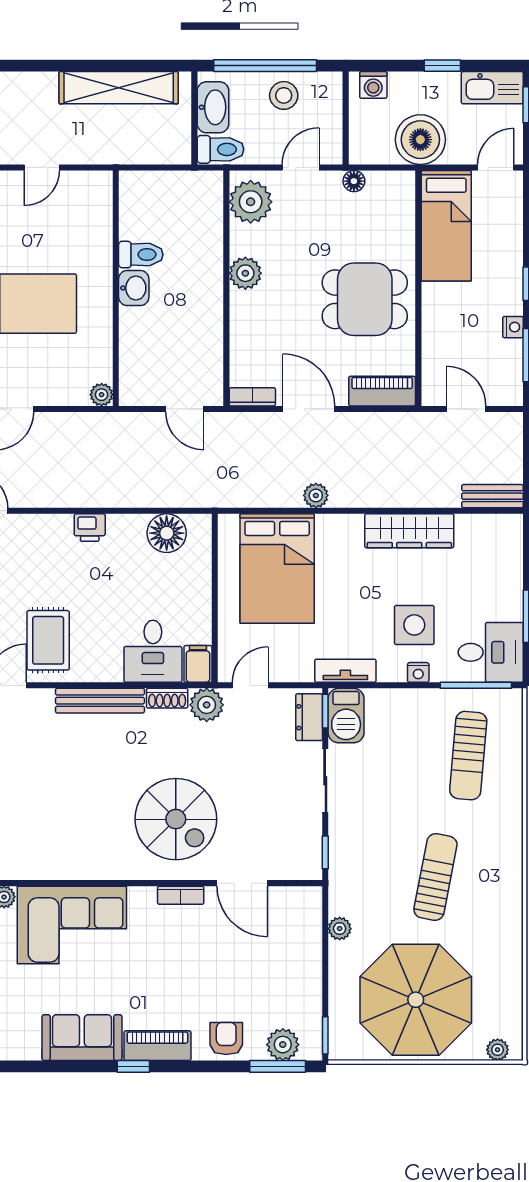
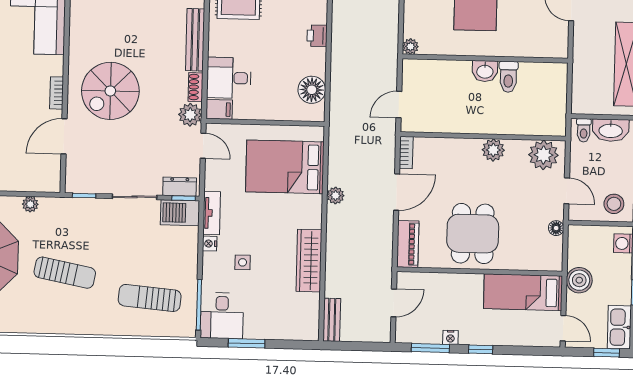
stool: (284, 95) -> (614, 204), moved
boiler: (420, 140) -> (579, 280), width x0.73, depth x0.73
toilet: (220, 149) -> (584, 130), width x0.73, depth x0.72
side table: (414, 625) -> (243, 262), width x0.54, depth x0.54
nightstand: (418, 672) -> (210, 244), moved

